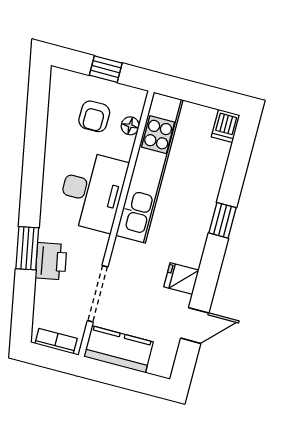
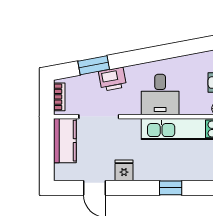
desk: (92, 191) -> (160, 94), width x0.73
window: (27, 248) -> (94, 65), moved

